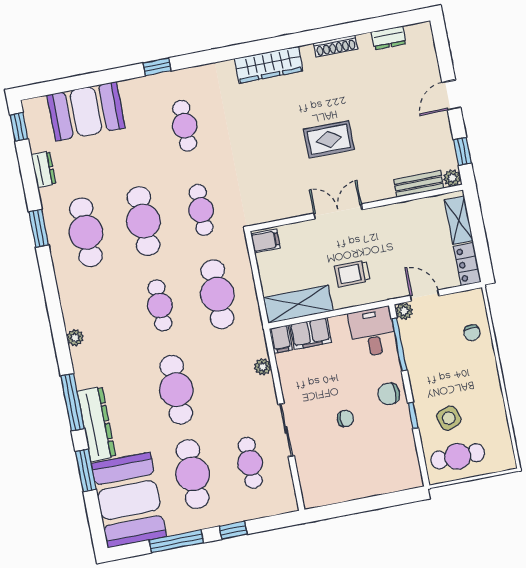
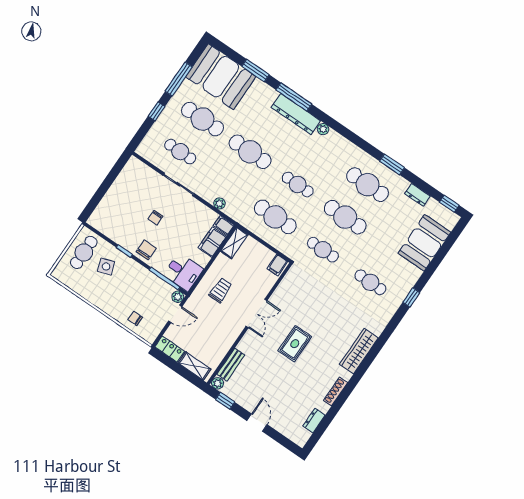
shelving: (298, 304) -> (234, 243), width x0.67, depth x0.75
dresser: (96, 424) -> (296, 114), moved

